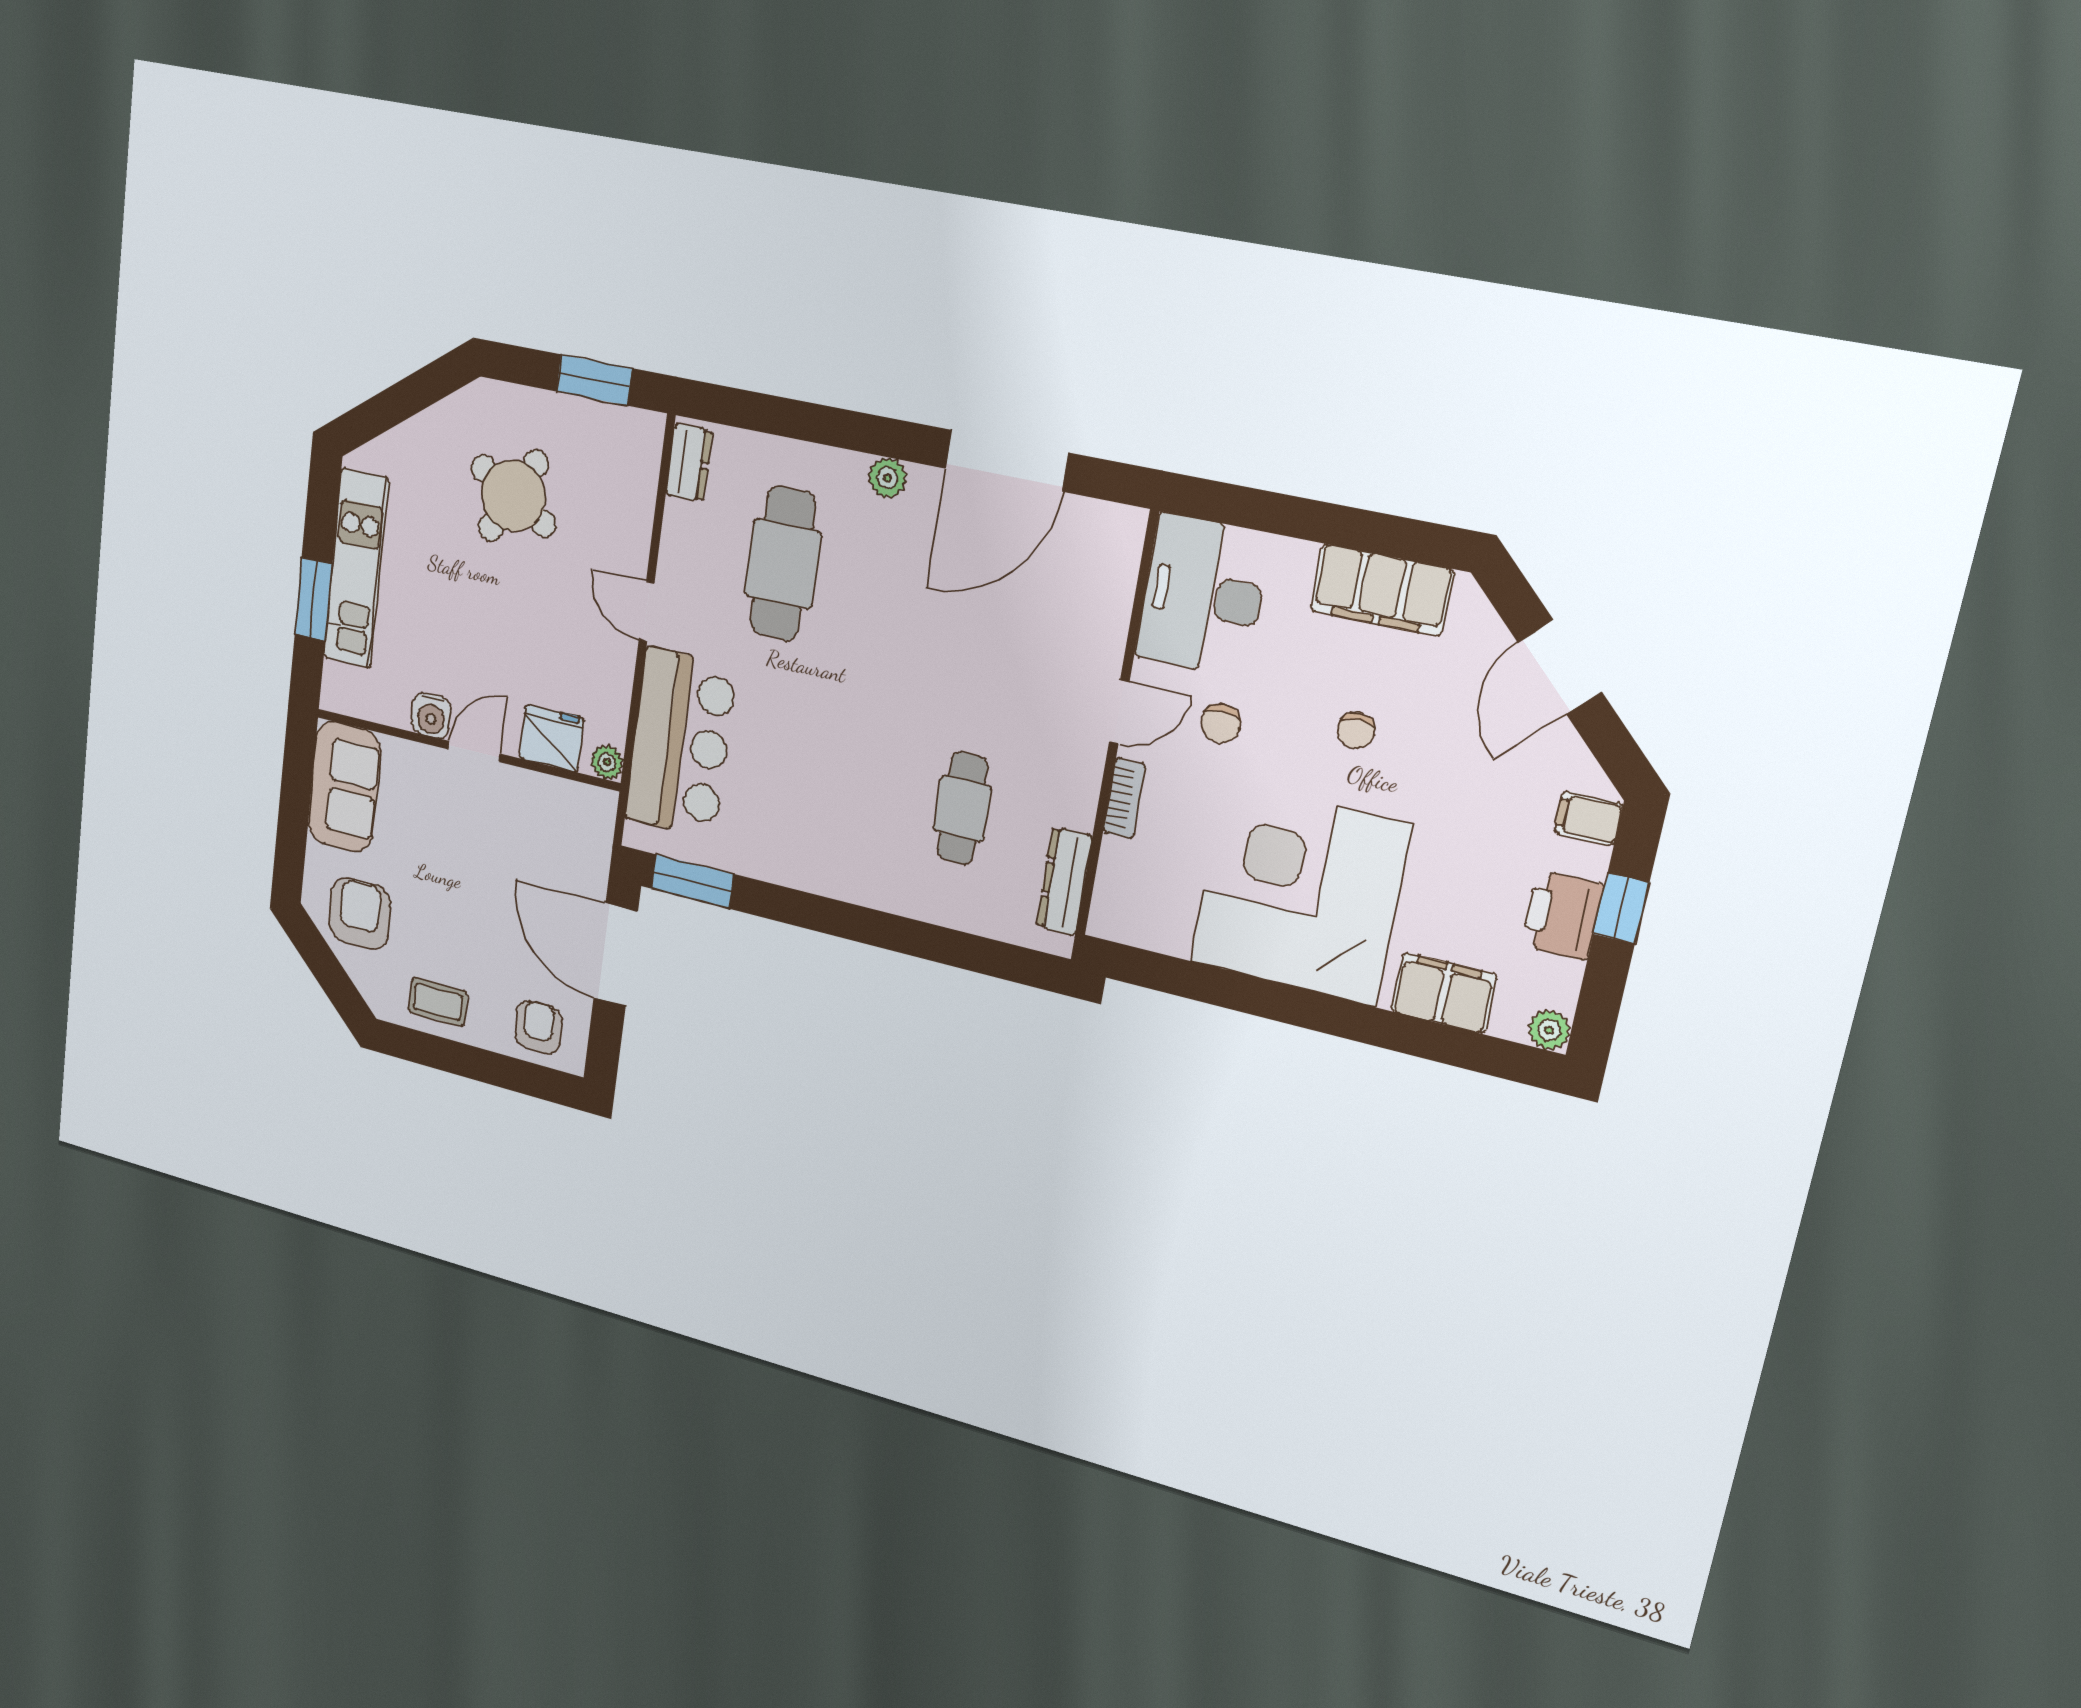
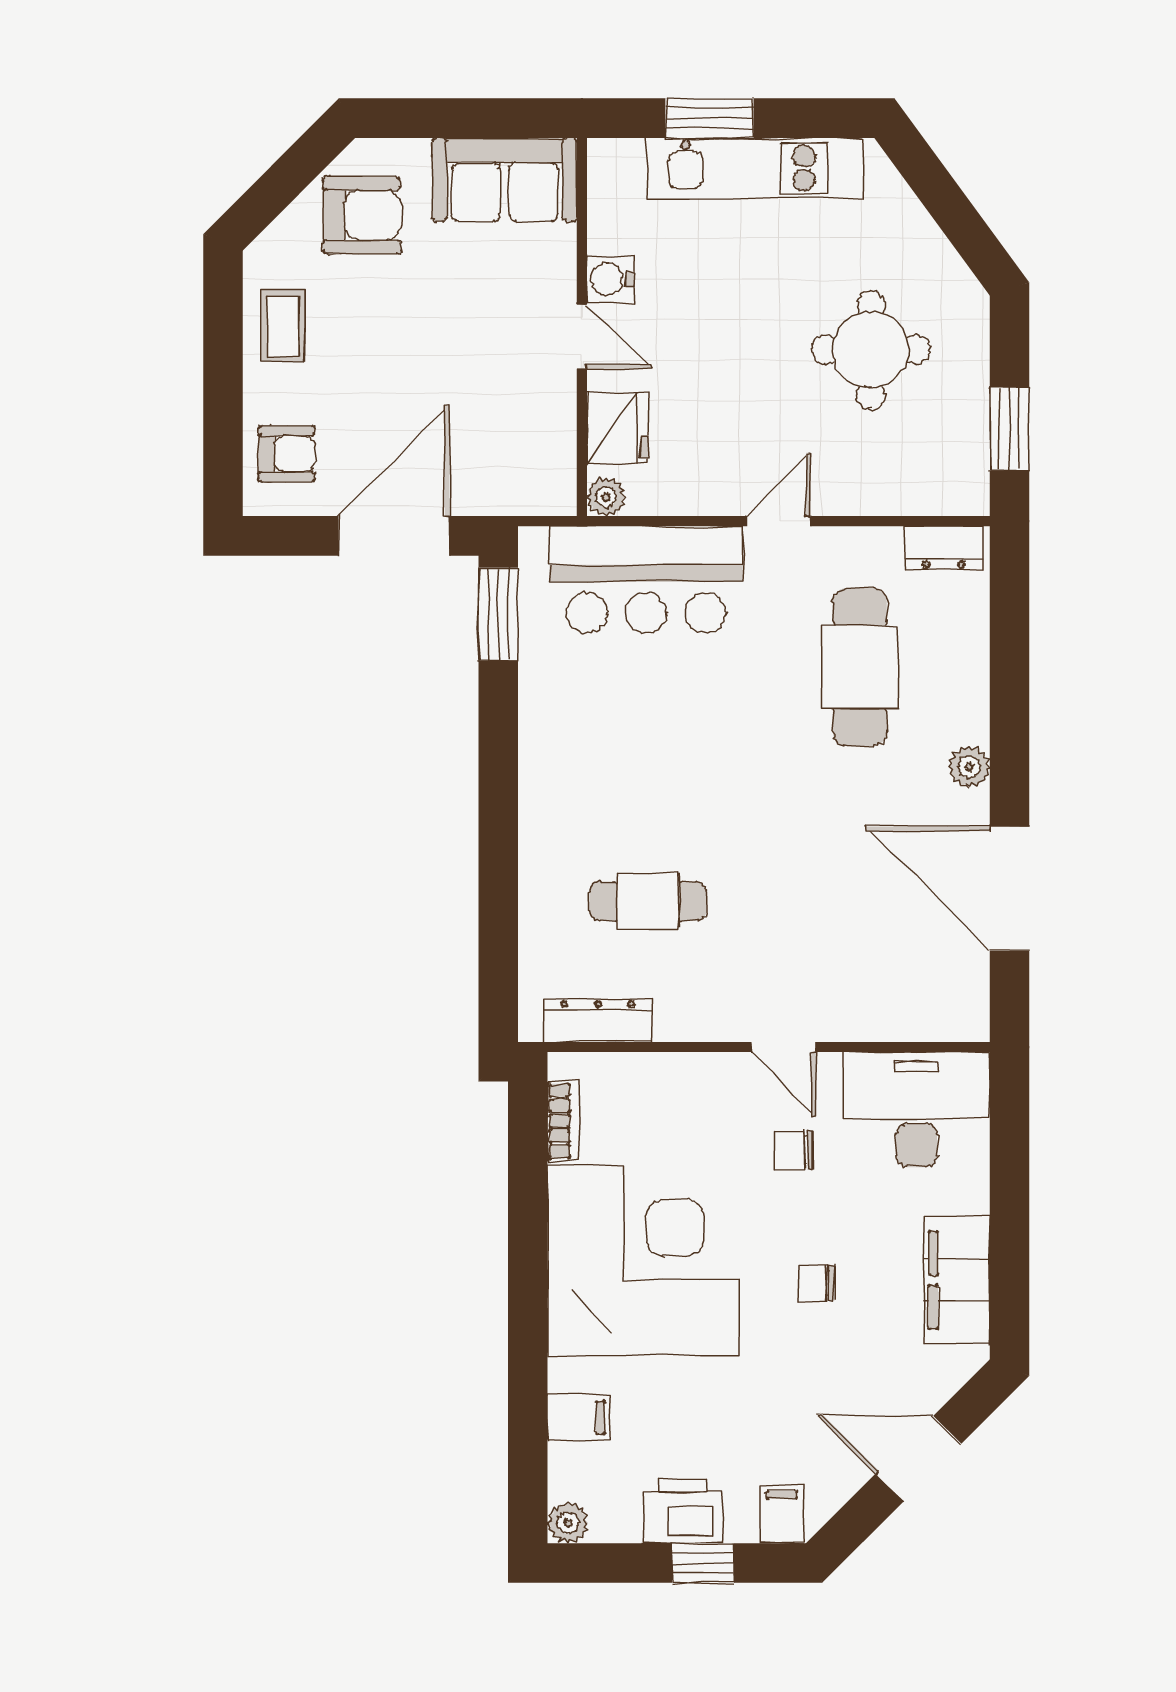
round table: (513, 496) -> (871, 350), turned -30
cafe table: (783, 564) -> (860, 667), turned 90
bookcase: (1125, 798) -> (563, 1121), moved, turned -90
filing cabinet: (1444, 993) -> (579, 1418), width x0.50

